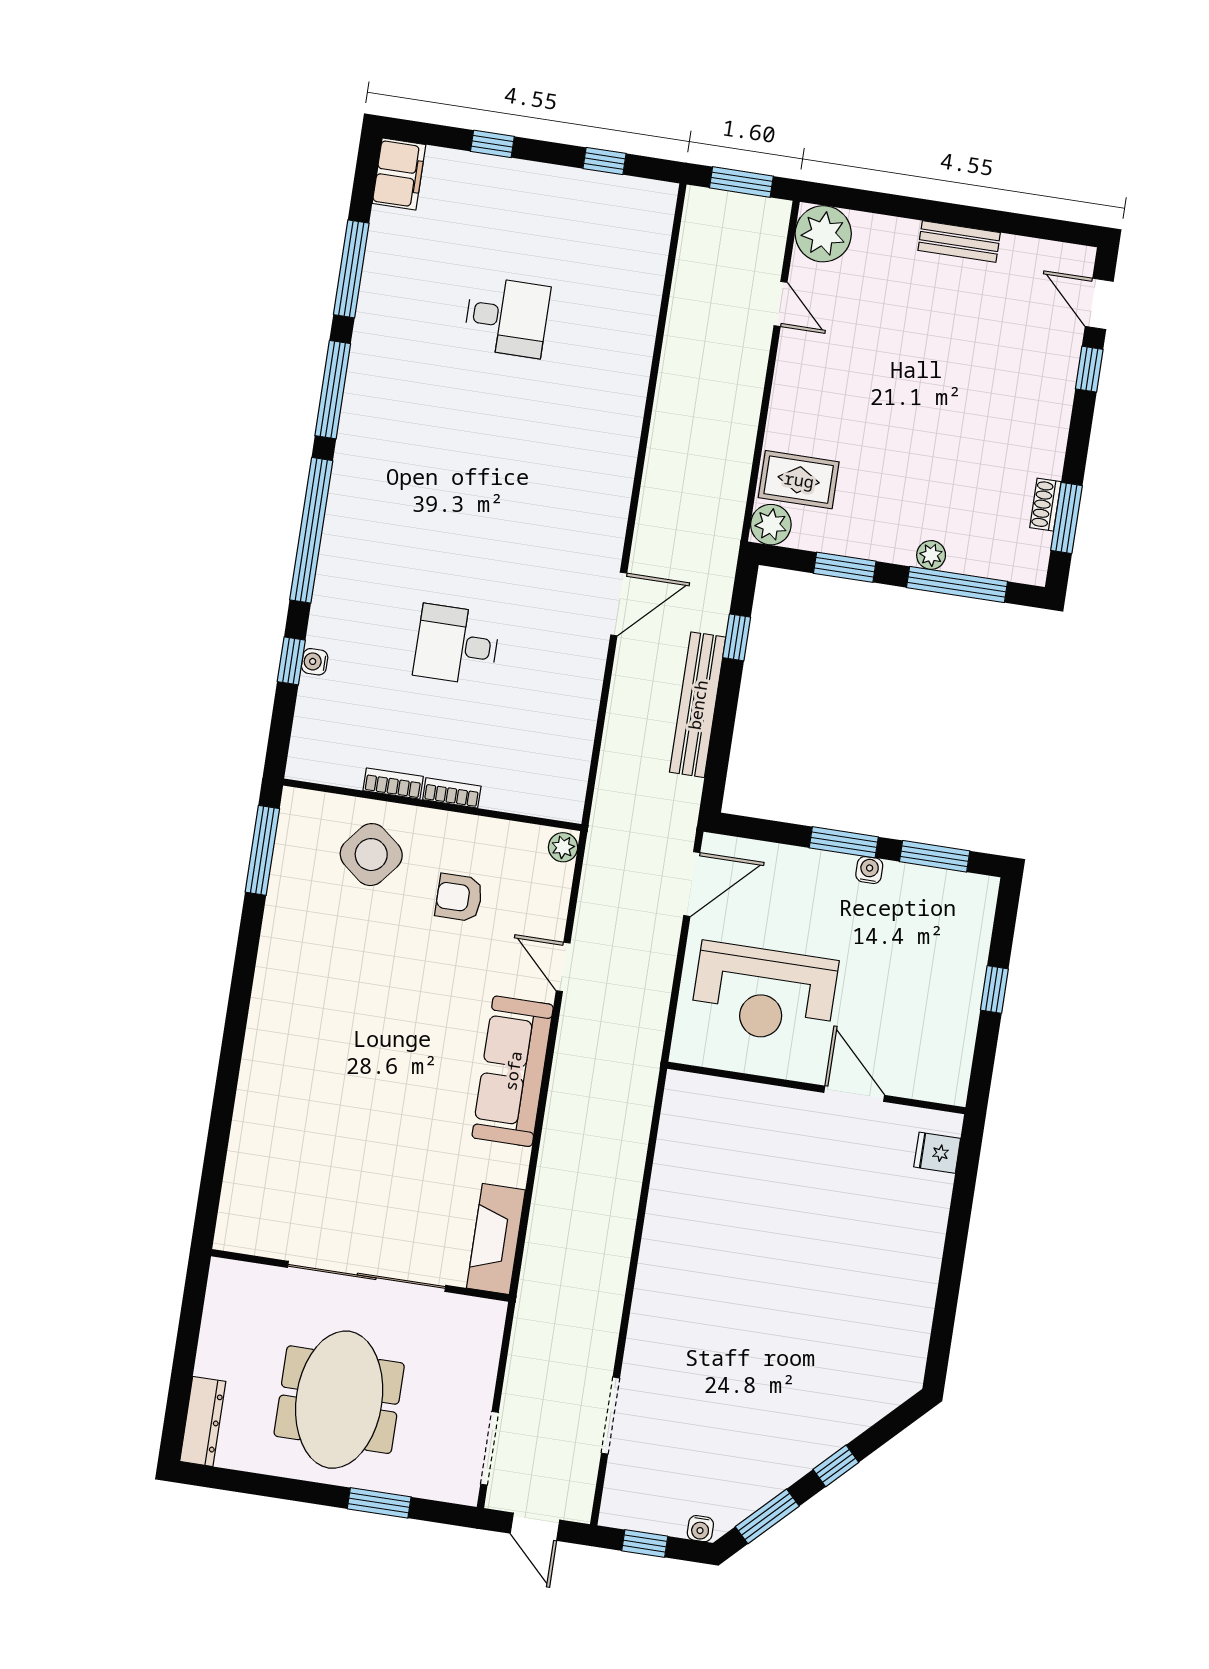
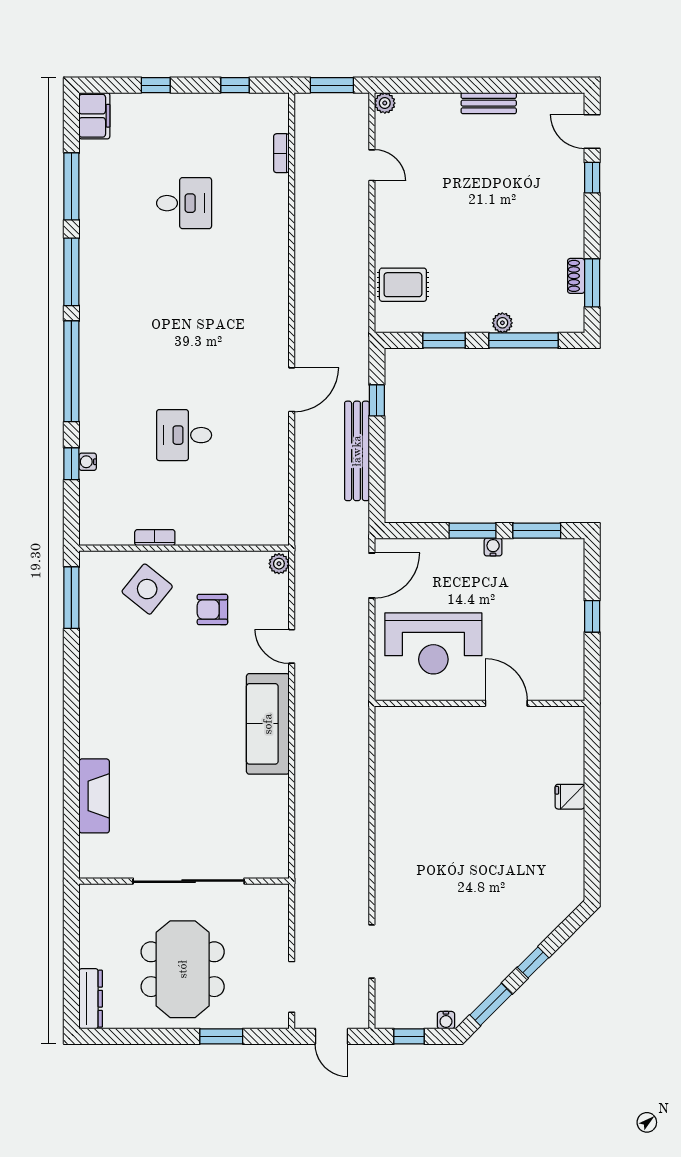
plant: (823, 234) -> (385, 103), width x0.53, depth x0.53
plant: (771, 525) -> (388, 319), removed
bookcase: (452, 793) -> (281, 153), moved, turned -90
fridge: (937, 1153) -> (570, 797), moved
fireplace: (496, 1239) -> (94, 796), moved, turned 180

